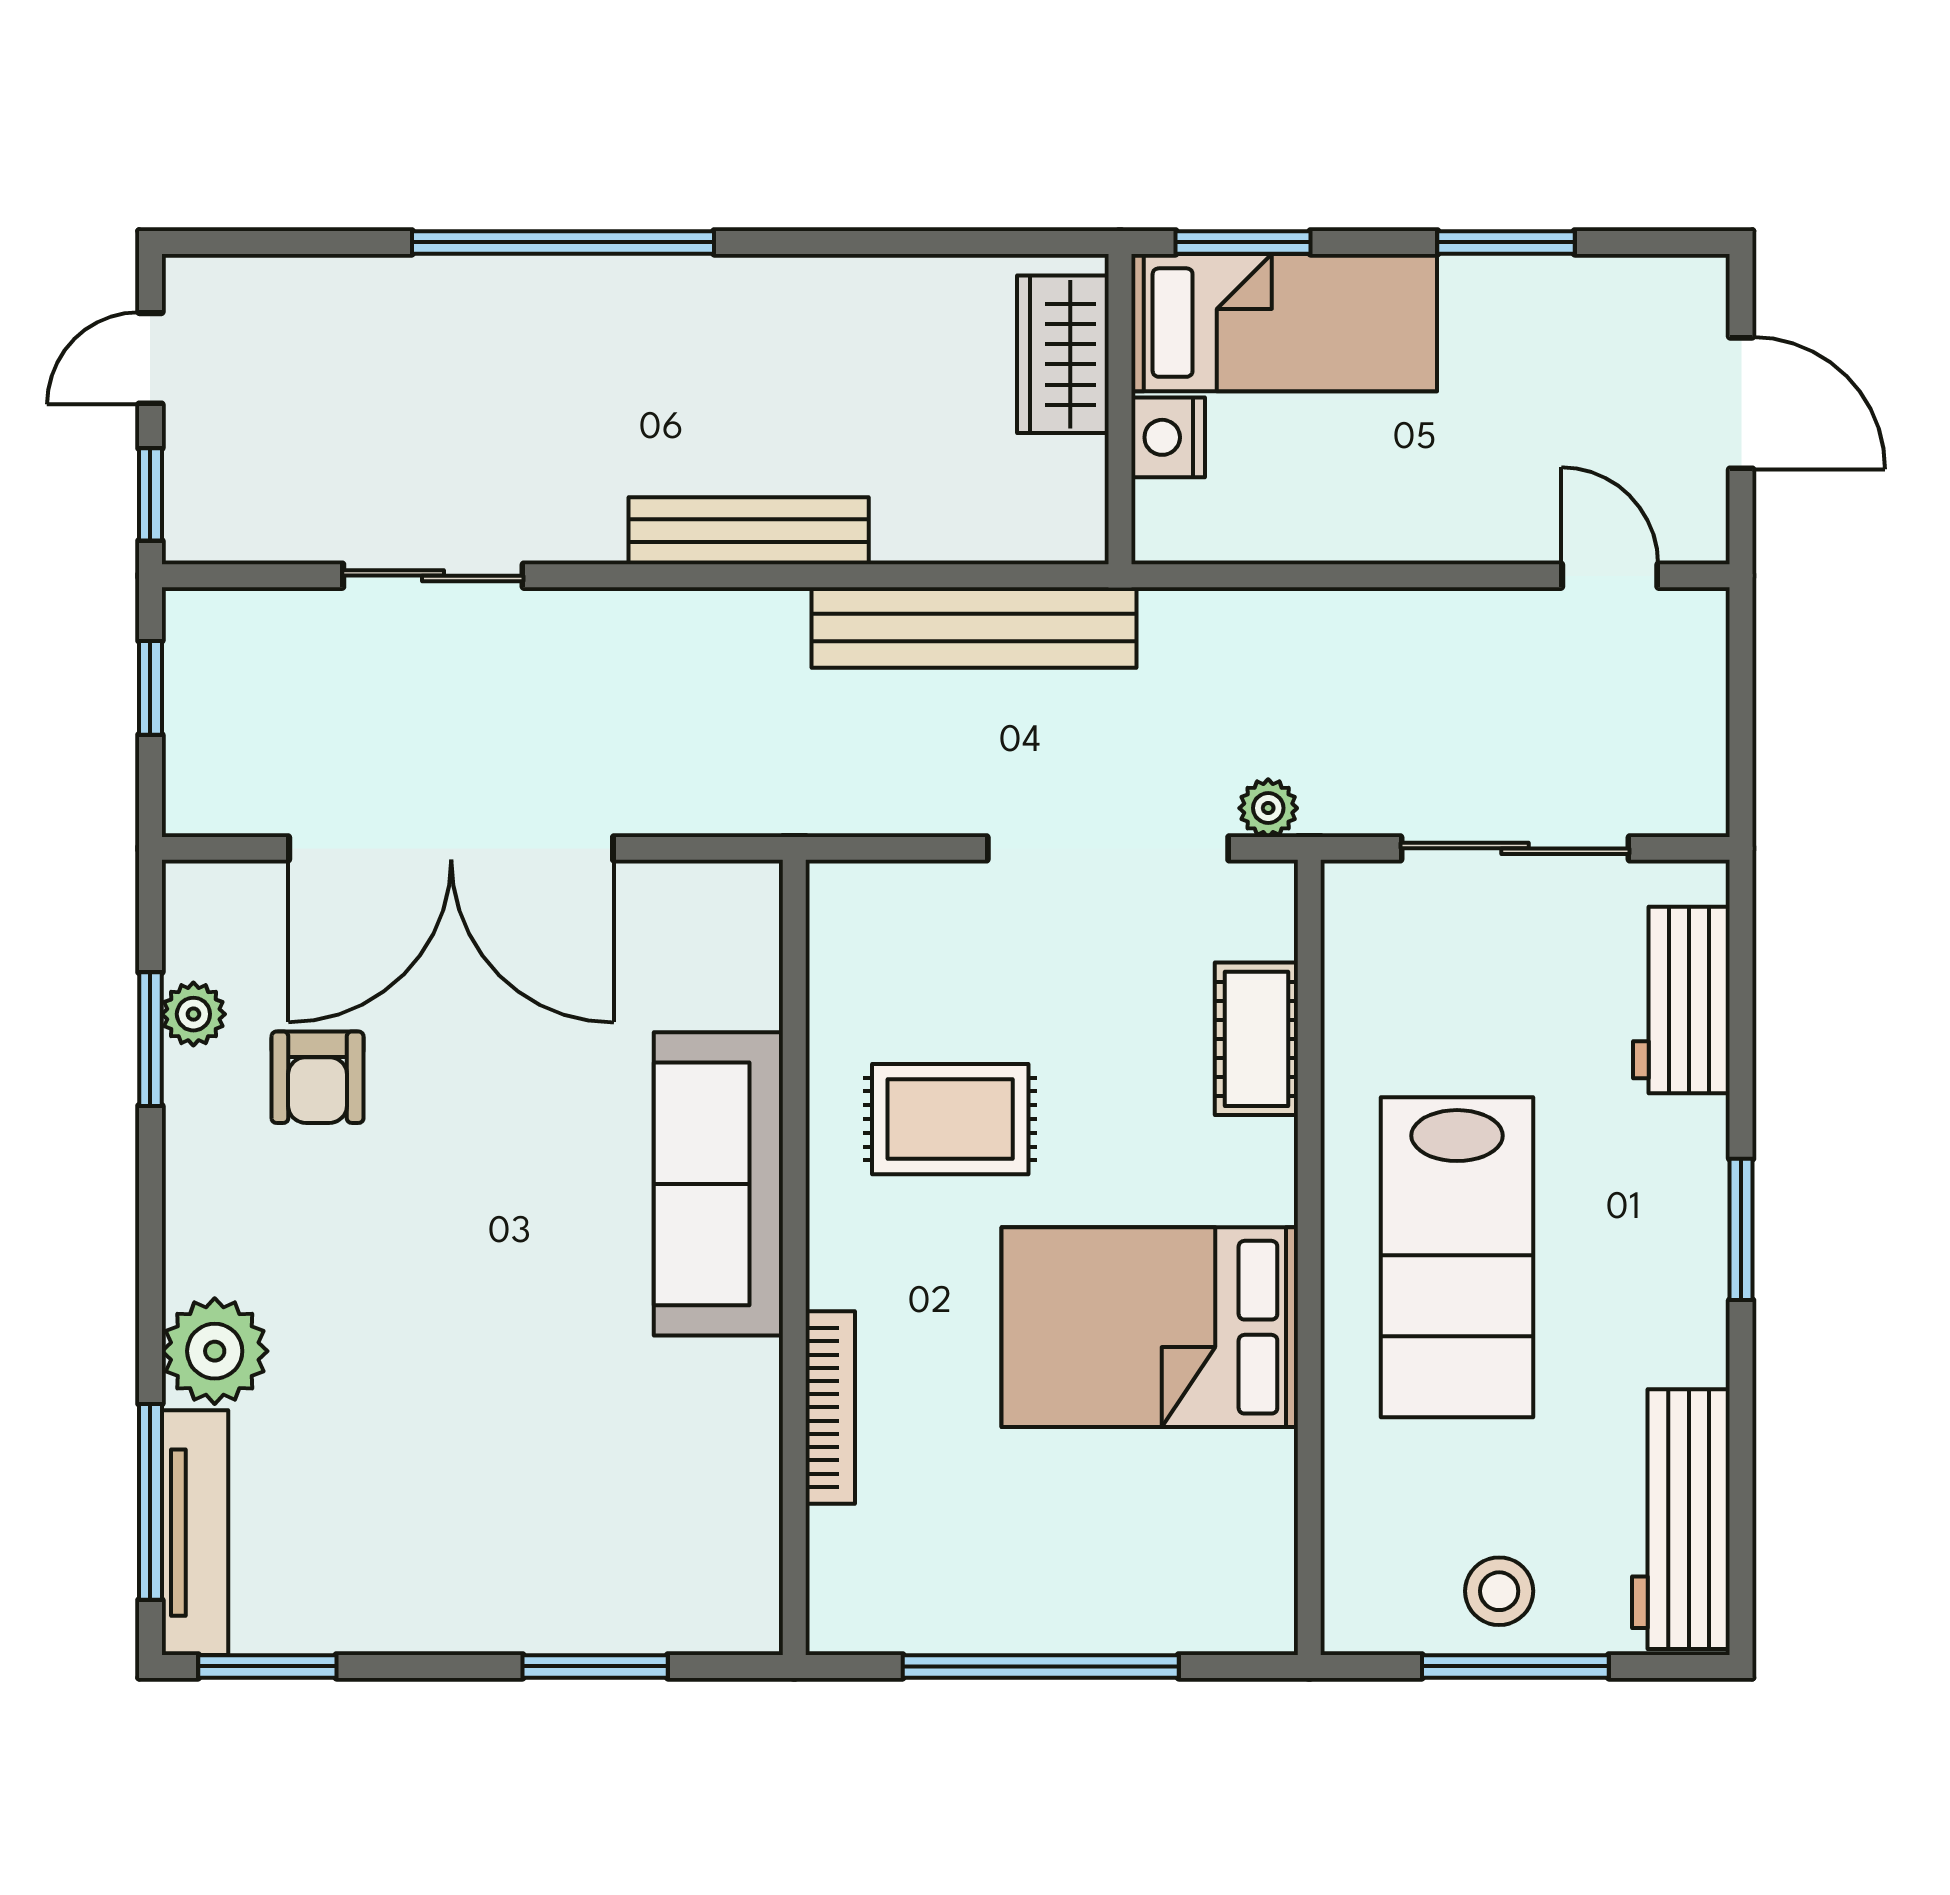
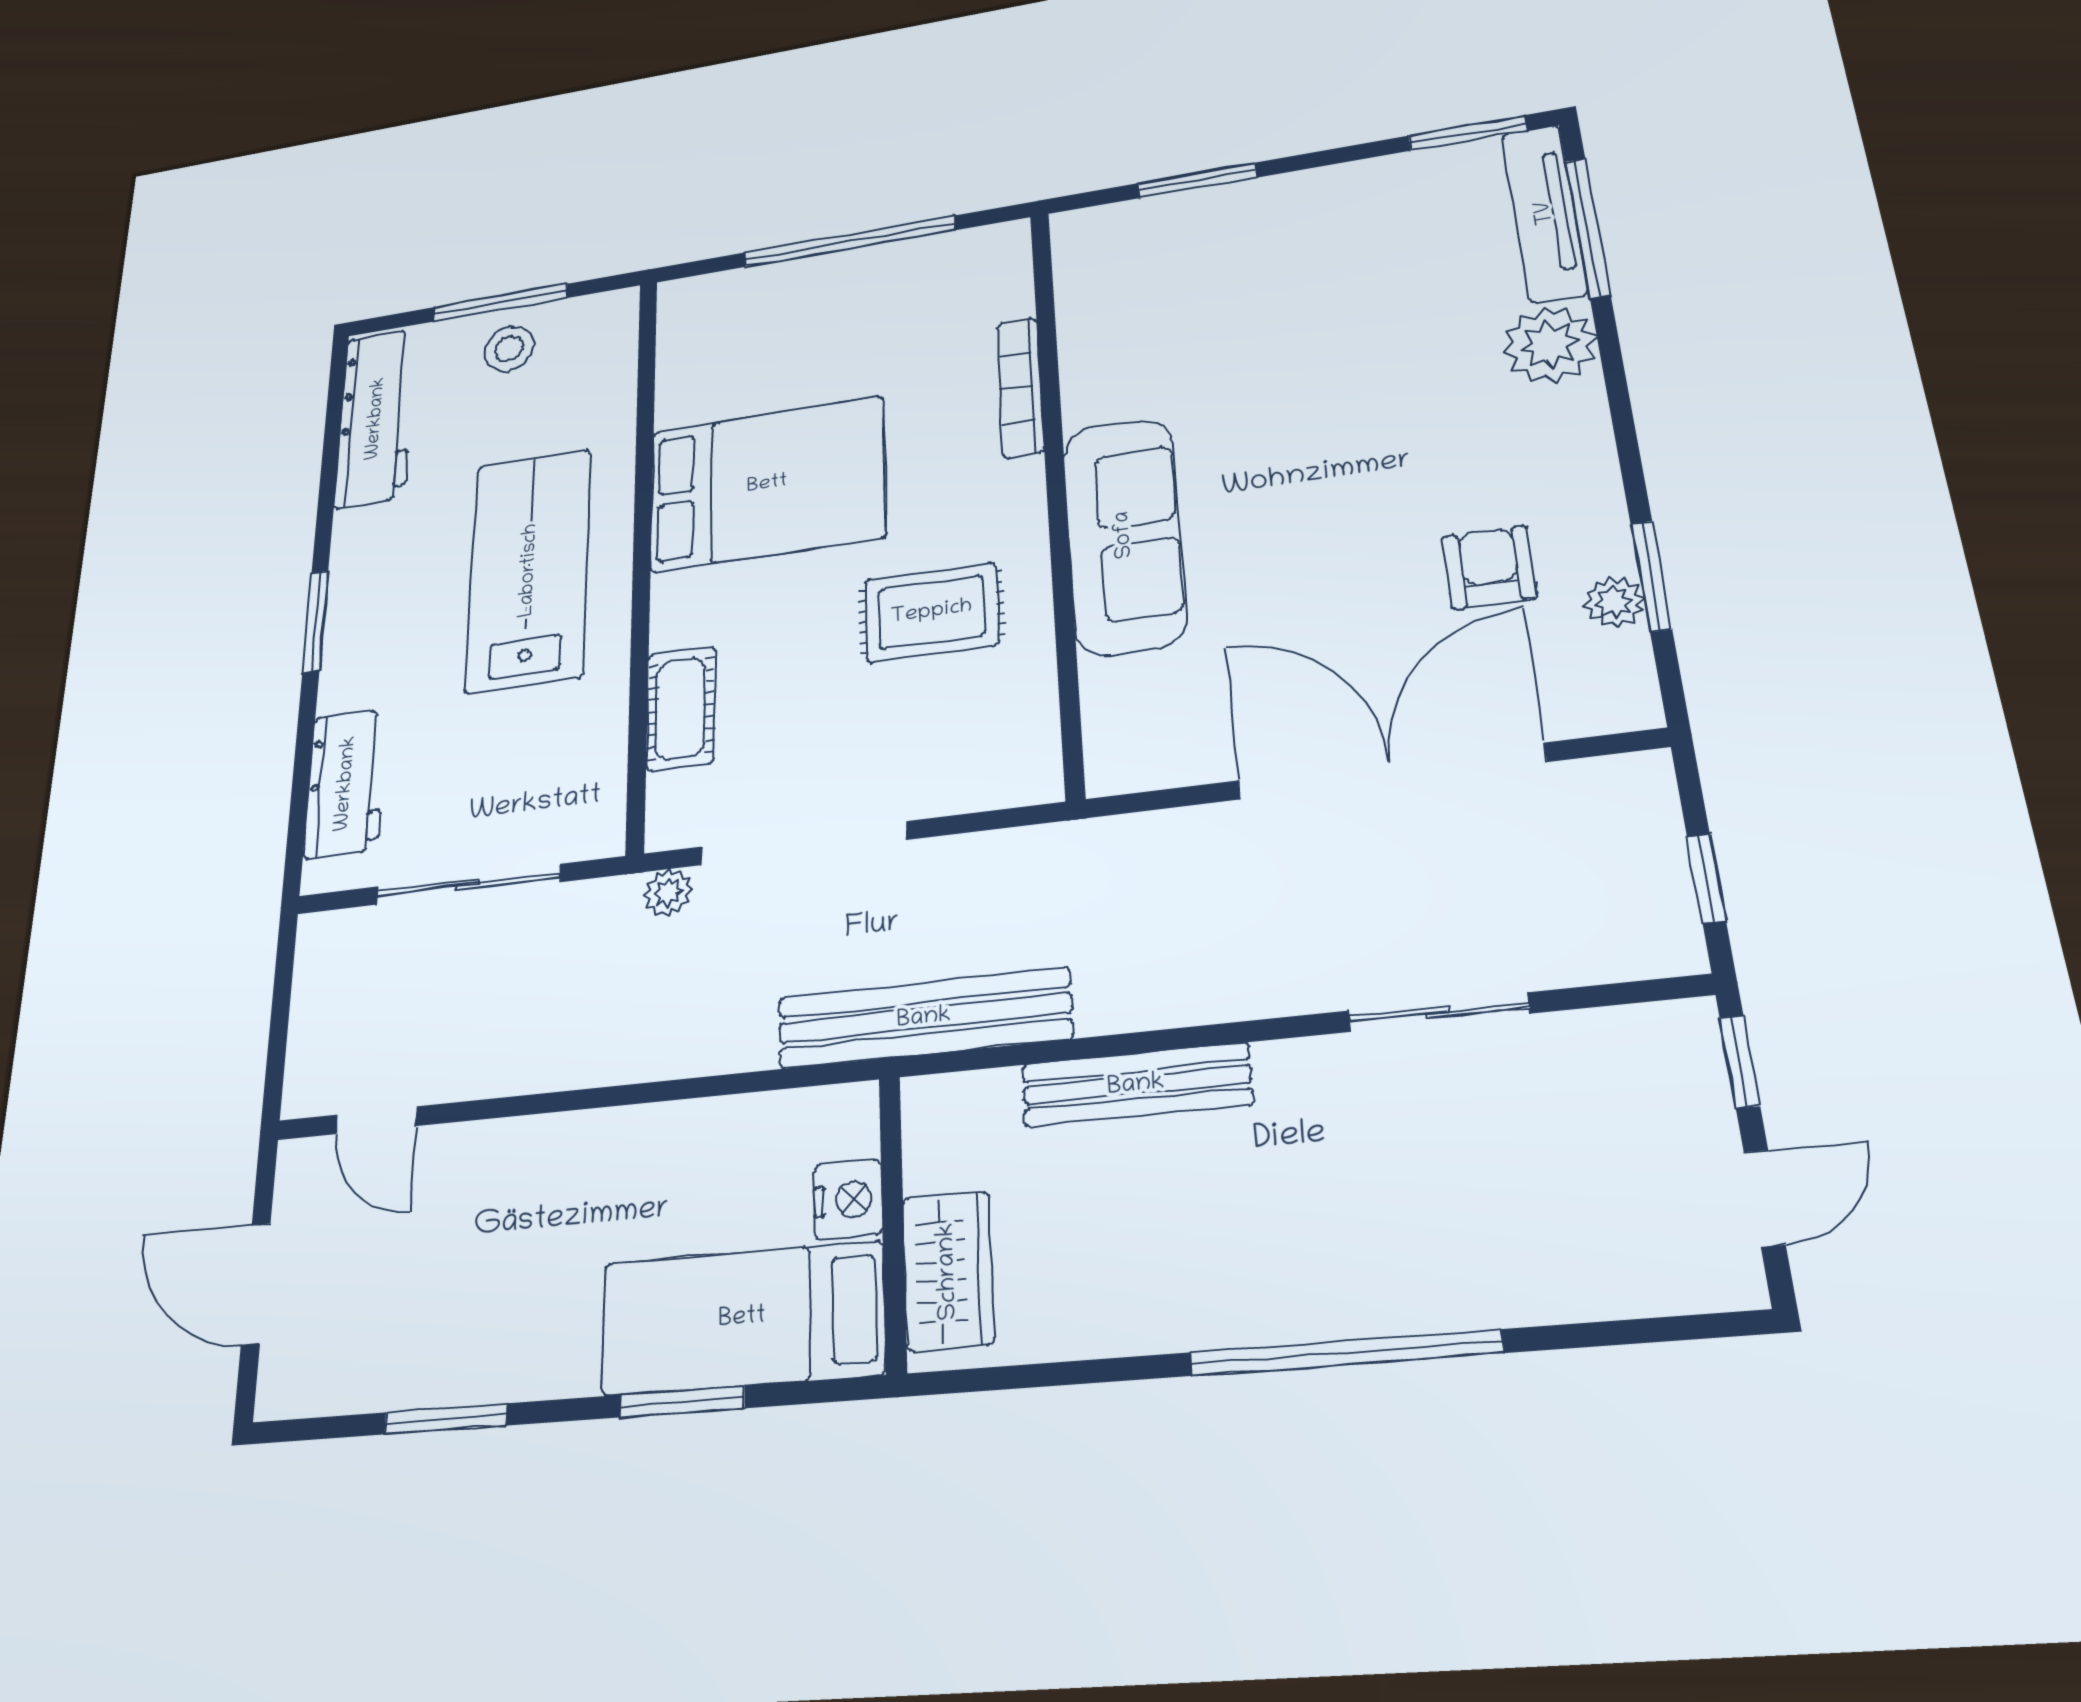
bed: (1284, 323) -> (742, 1318), moved
wardrobe: (1063, 354) -> (948, 1271), moved
wall: (1120, 409) -> (893, 1222), moved
nightstand: (1168, 437) -> (848, 1200), moved

